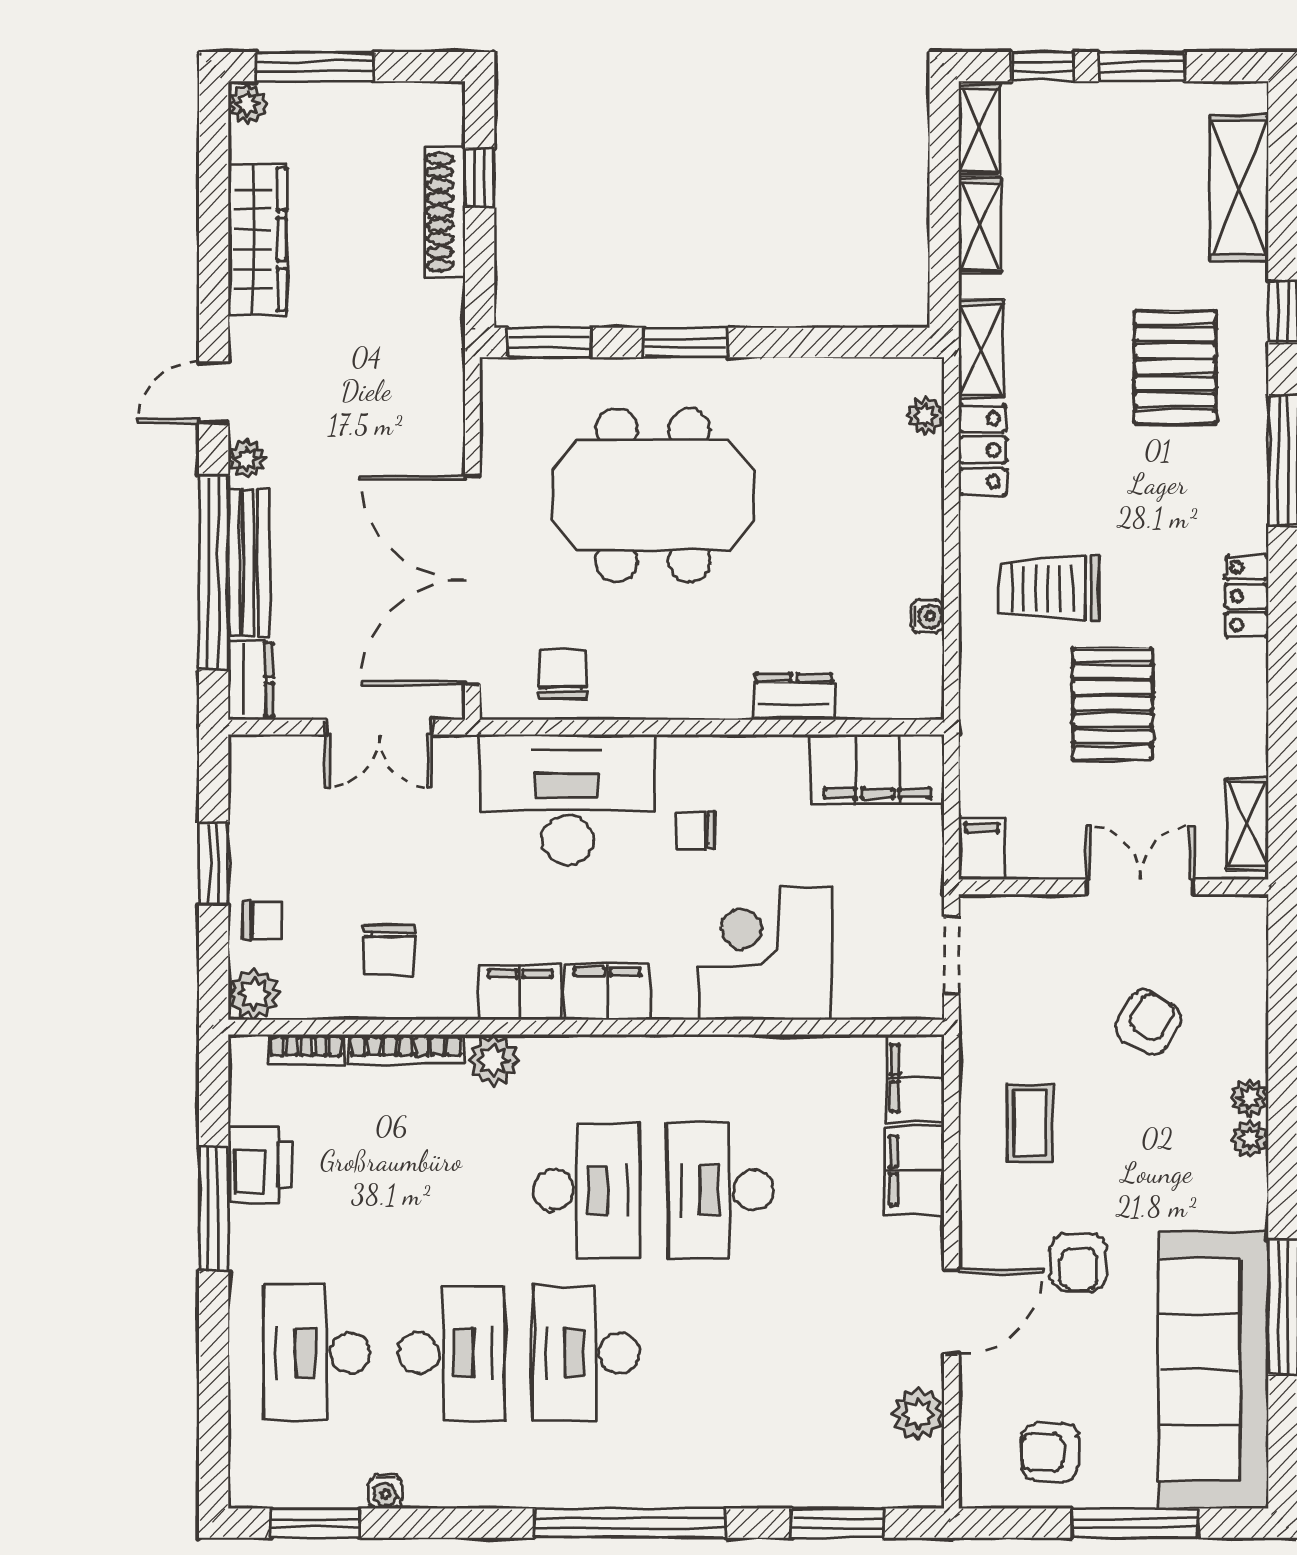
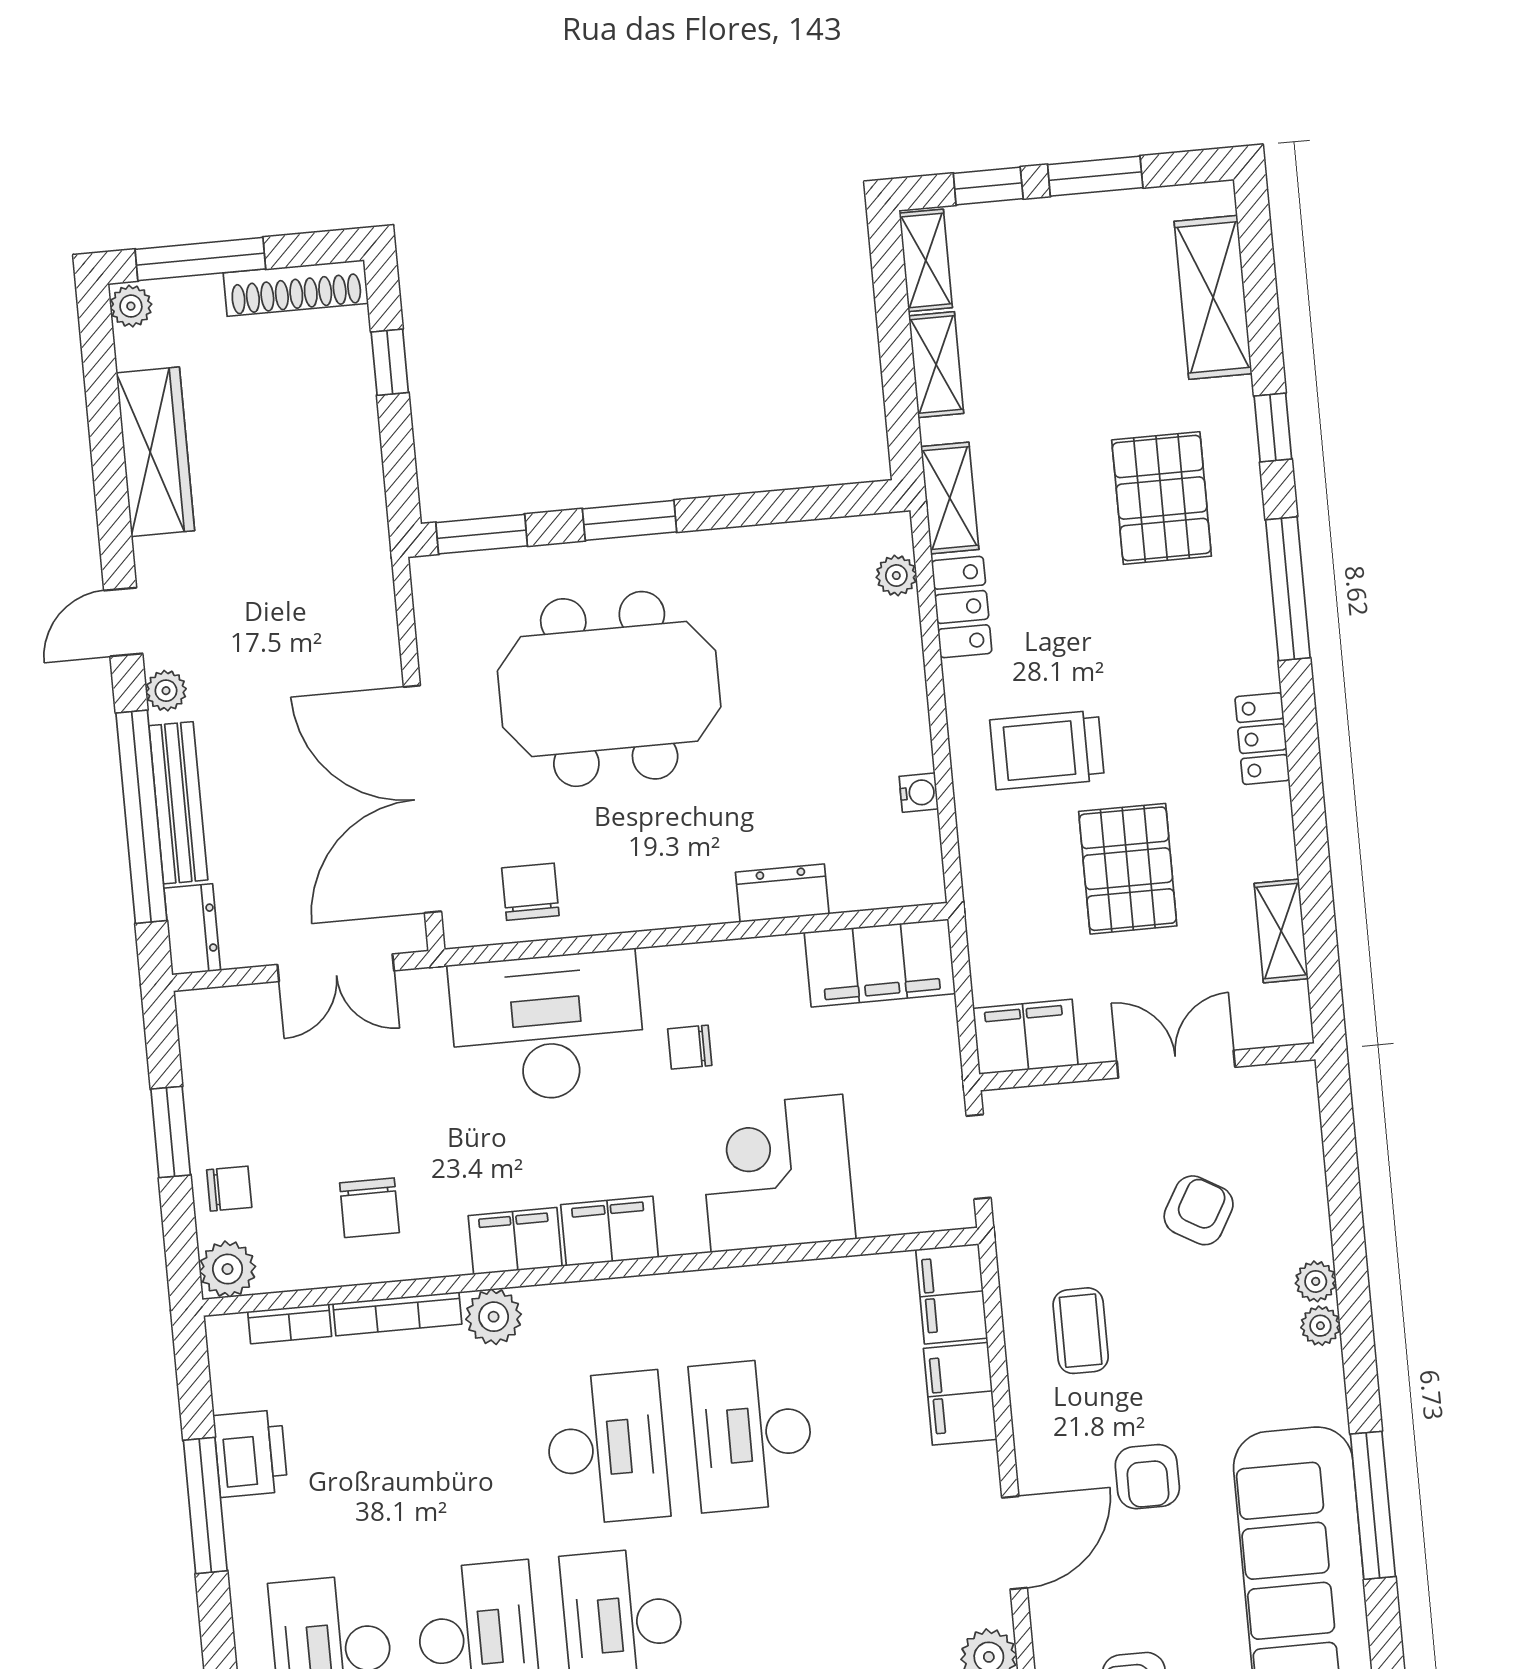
shoe rack: (445, 212) -> (296, 288), moved, turned -90
shelving: (1248, 824) -> (1281, 931), moved
filing cabinet: (982, 849) -> (1026, 1037), width x2.00

